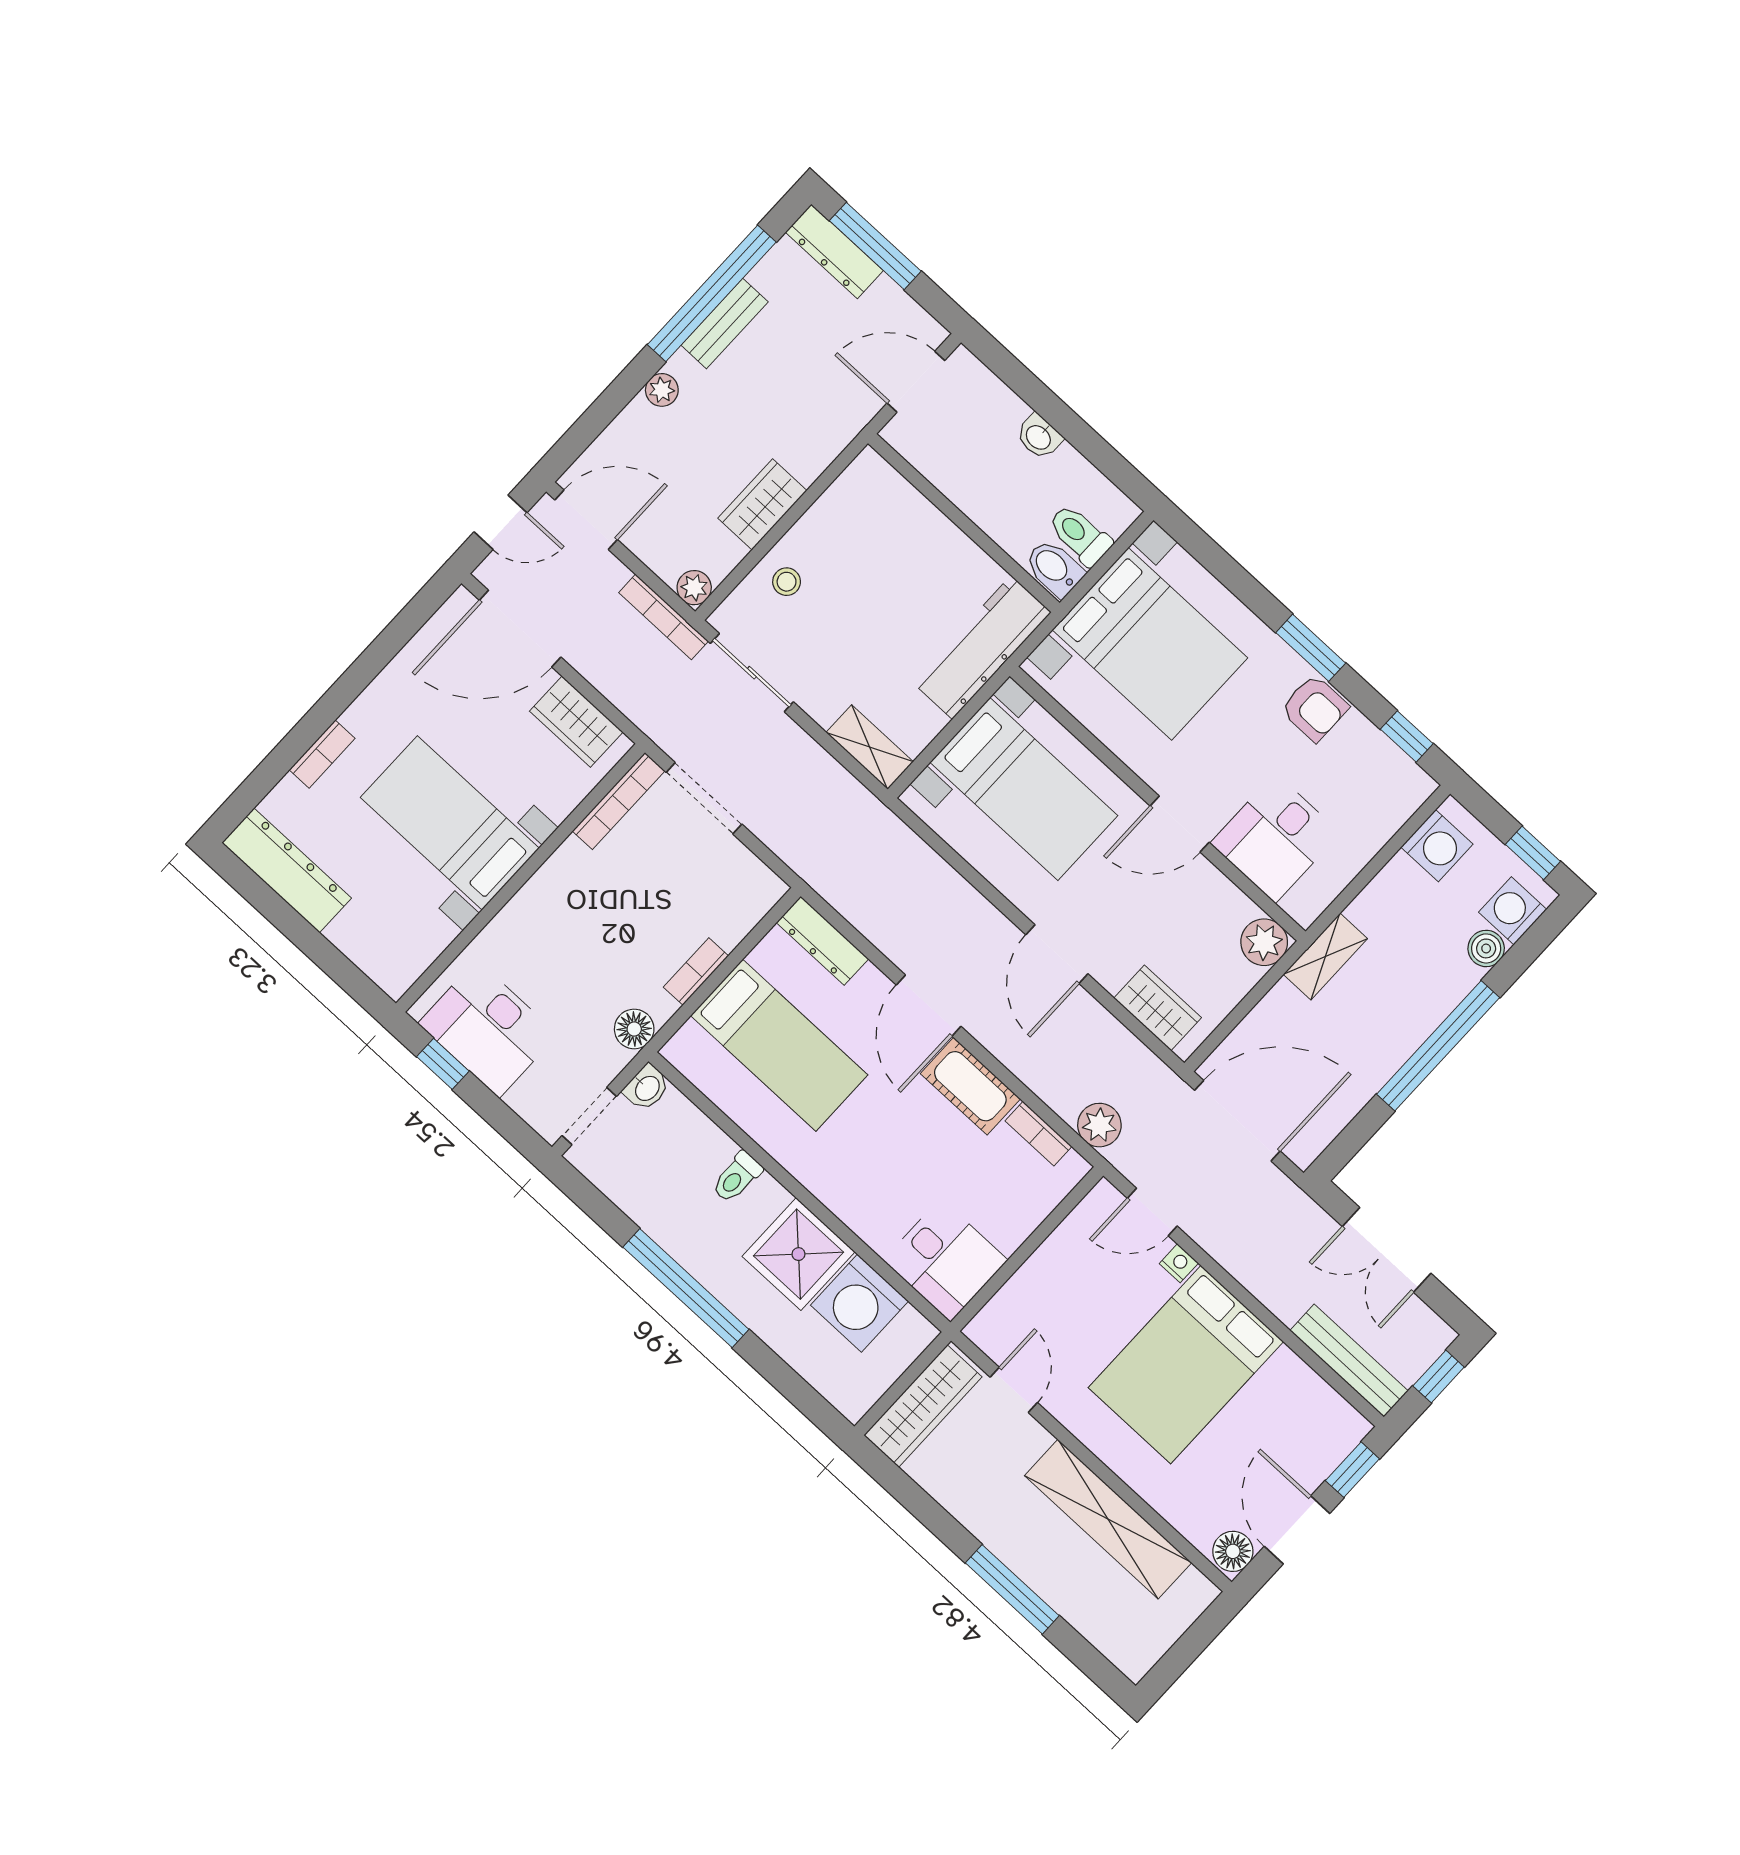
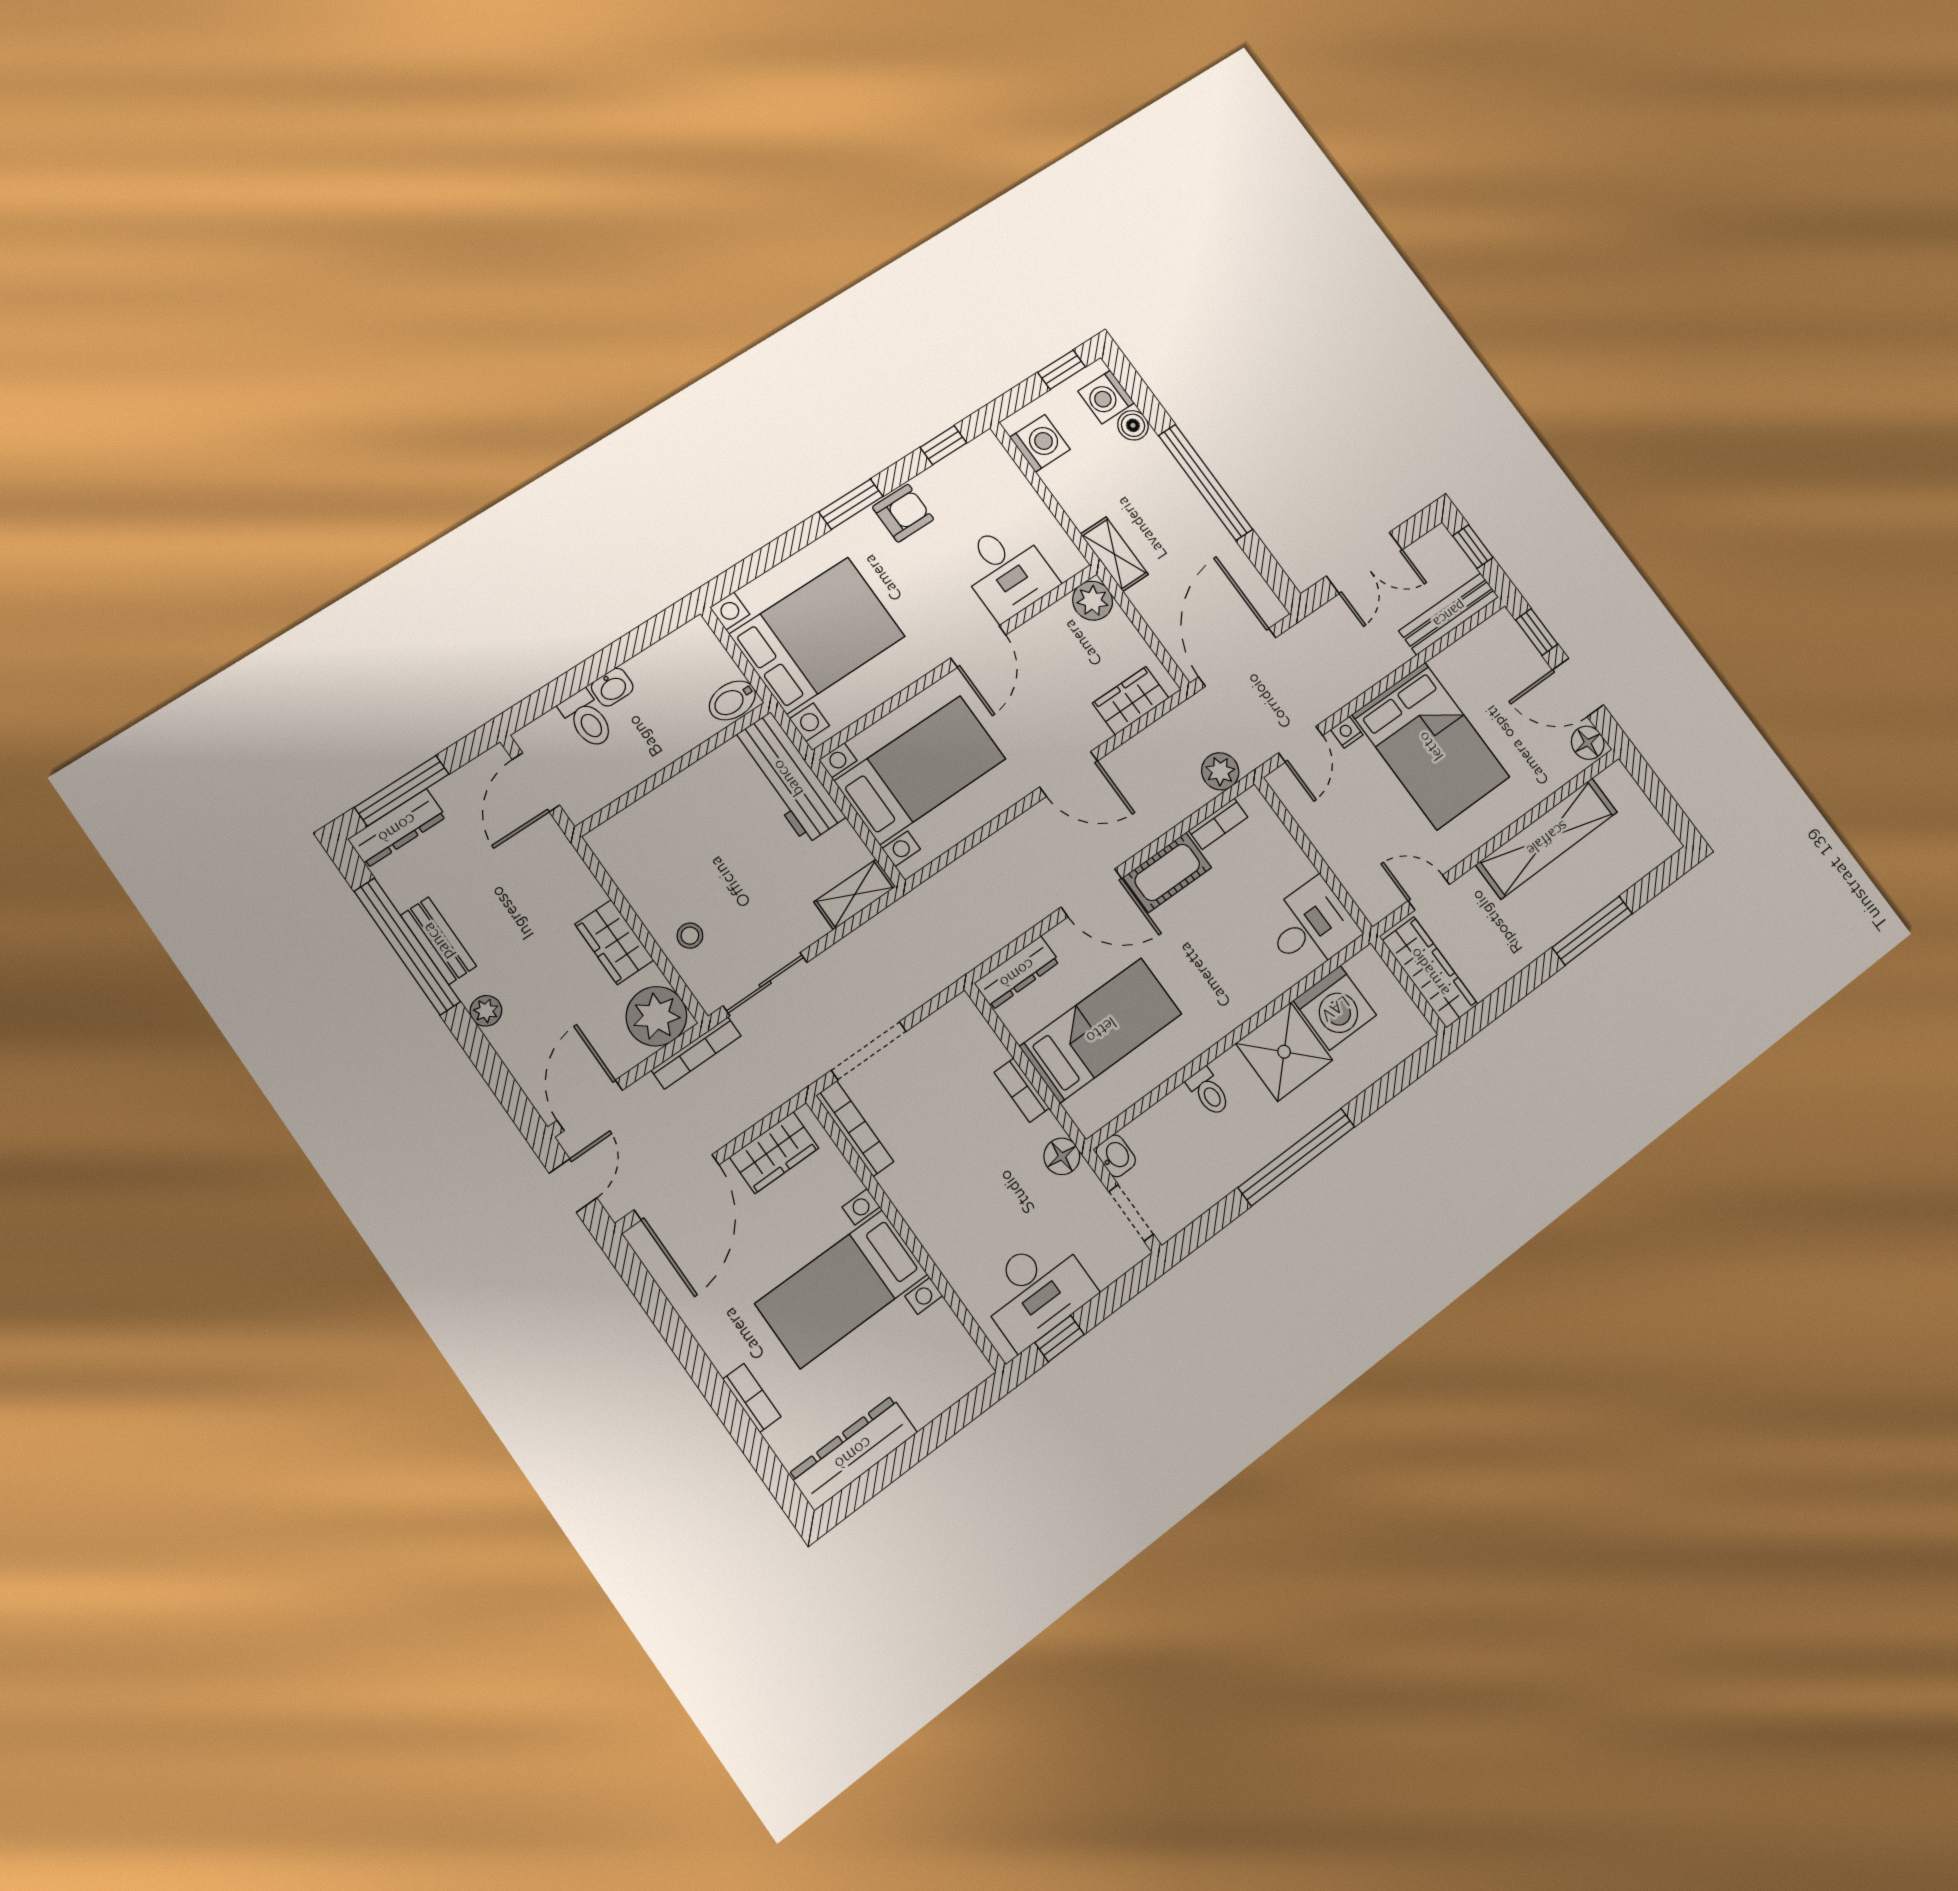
toilet: (1080, 535) -> (587, 719), moved, turned -90
plant: (694, 588) -> (656, 1016), width x1.88, depth x1.88

